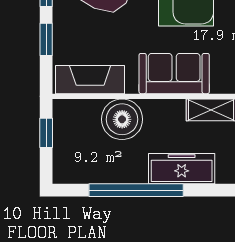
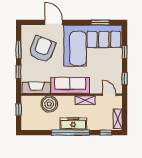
sofa: (174, 74) -> (70, 86), width x1.36
window: (136, 190) -> (70, 133), moved

